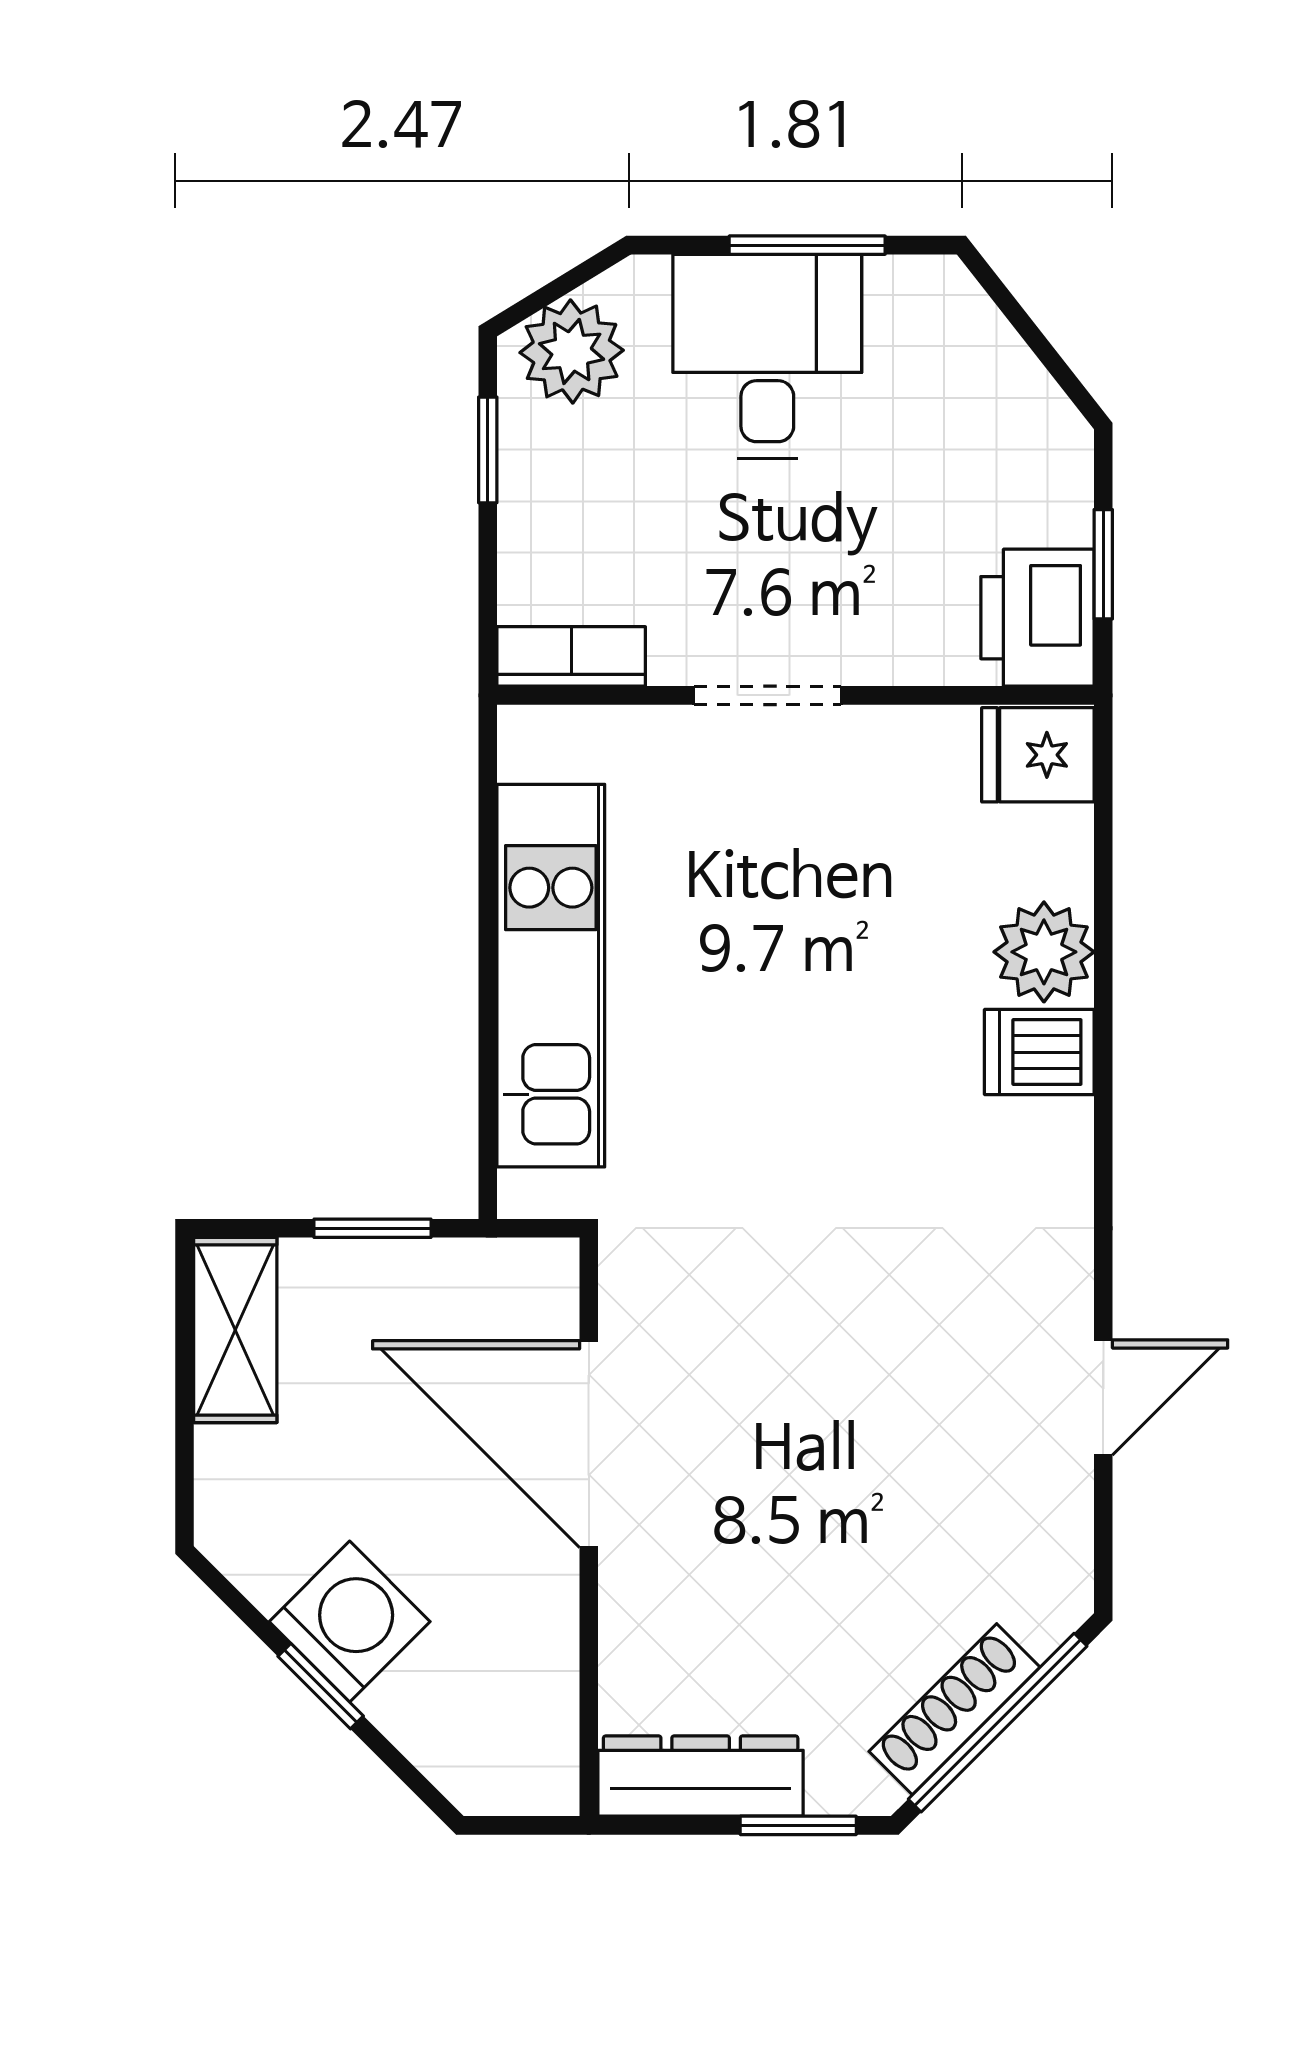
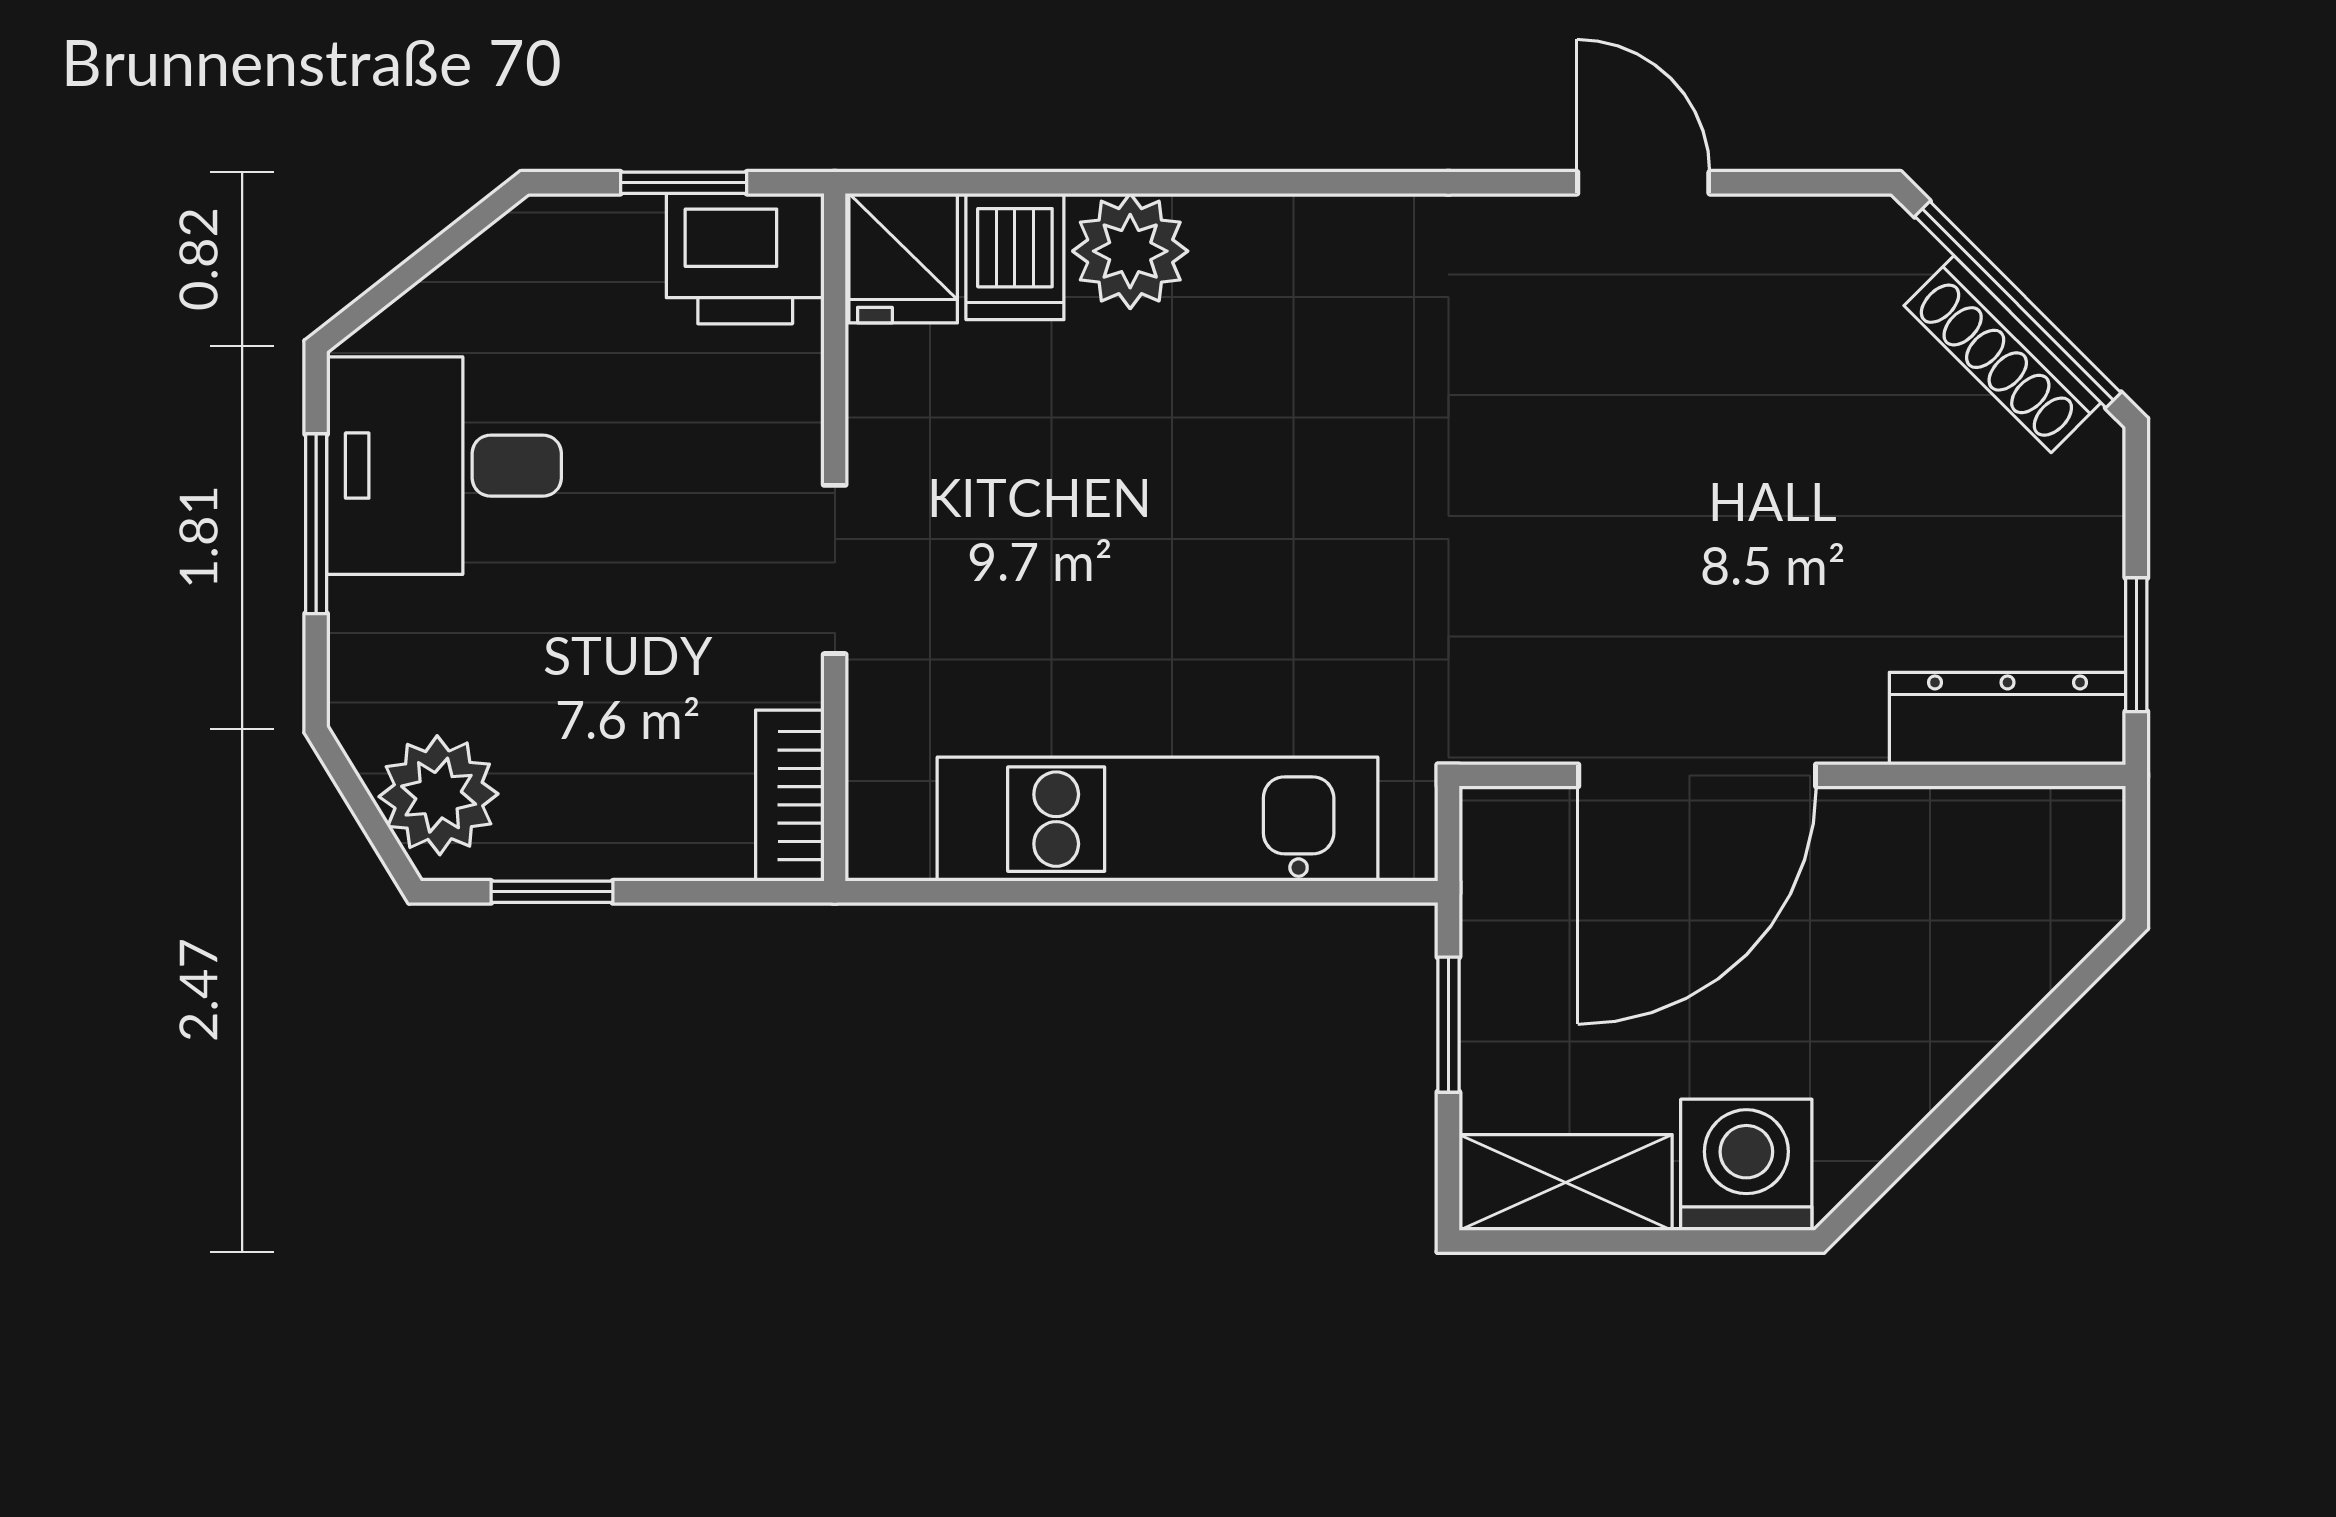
desk: (767, 356) -> (444, 466), moved
dishwasher: (1039, 1052) -> (1015, 257), moved
washing machine: (350, 1622) -> (1746, 1165), moved, turned 45
window: (321, 1686) -> (1976, 1084), removed
dresser: (701, 1776) -> (2008, 719), moved, turned 90
window: (798, 1825) -> (2136, 645), moved

